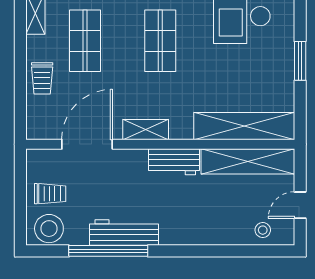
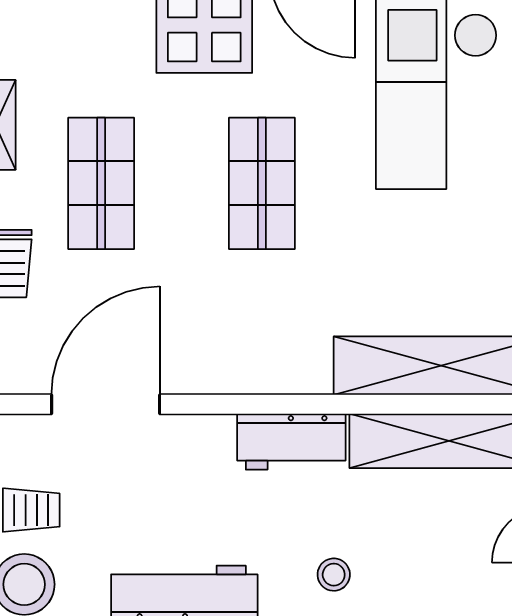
shelving: (146, 130) -> (230, 373), removed
stool: (263, 230) -> (334, 575), moved

